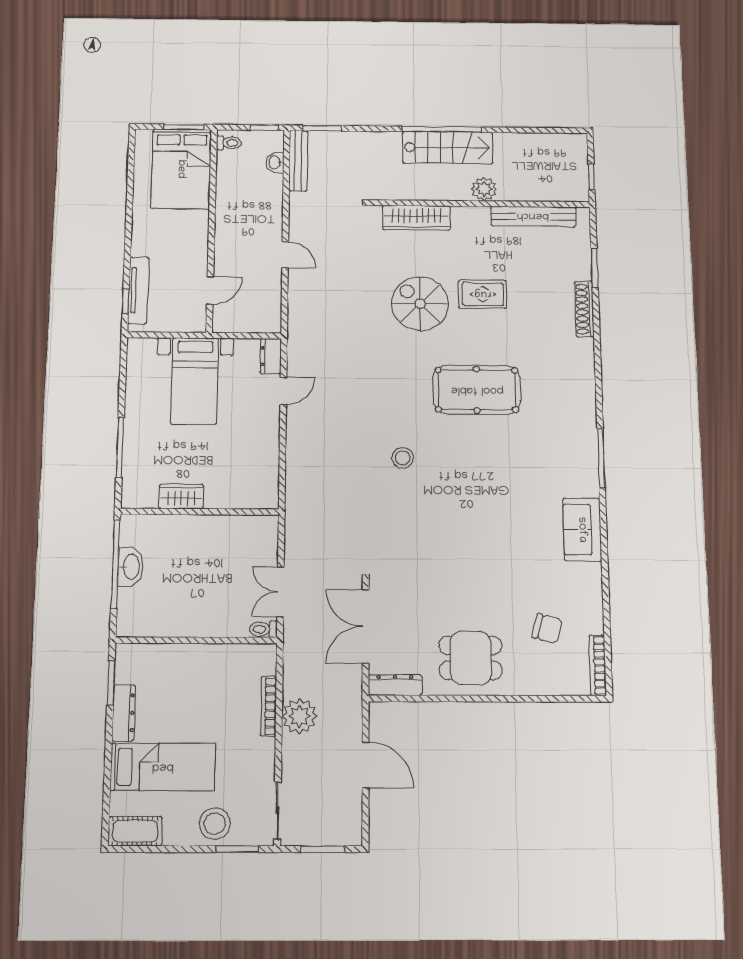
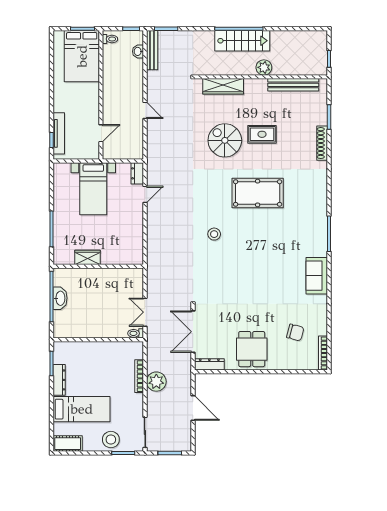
dining table: (471, 658) -> (252, 349), turned 90

